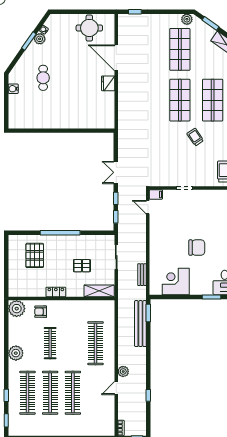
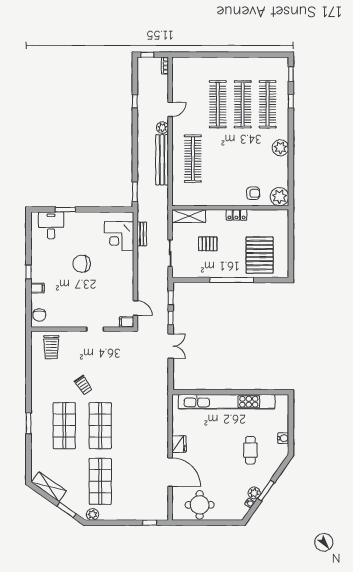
kitchen unit: (65, 122) -> (227, 402), added
pallet: (35, 255) -> (260, 255), width x1.37, depth x1.41
corner desk: (176, 281) -> (119, 236), moved, turned 90
bench: (140, 324) -> (162, 160), moved
clothes rail: (50, 343) -> (243, 159), removed

